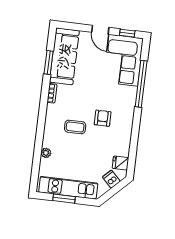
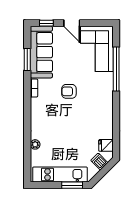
window: (127, 33) -> (46, 23), moved
armchair: (103, 118) -> (69, 91), moved, turned -90
coffee table: (75, 127) -> (59, 117), removed
window: (64, 199) -> (72, 185), moved

